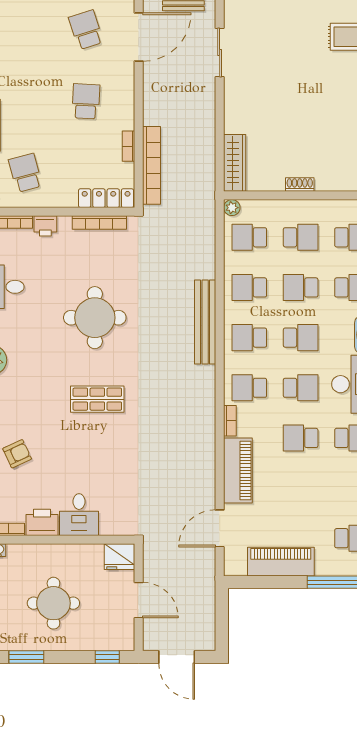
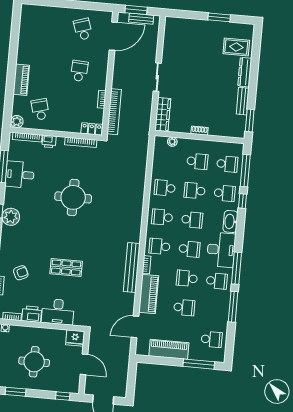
sliding door: (220, 52) -> (157, 77), moved
locker: (106, 198) -> (92, 129), width x0.66
plant: (232, 208) -> (172, 142), moved
school desk: (249, 237) -> (184, 308), moved, turned 180
bench: (205, 322) -> (132, 268), moved
shop shelf: (97, 399) -> (66, 267), moved
desk: (79, 515) -> (58, 312), width x1.37

